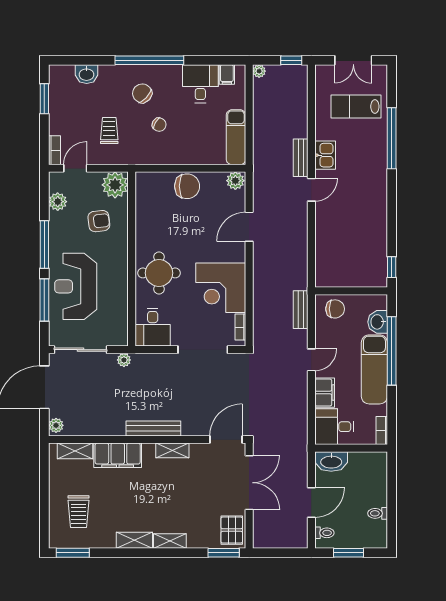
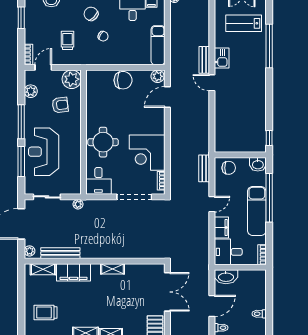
door: (311, 190) -> (212, 83), swing flipped
door: (249, 227) -> (167, 97), moved
washbasin: (378, 322) -> (258, 164), moved, turned -90
sliding door: (80, 350) -> (47, 197), width x0.73
bench: (153, 428) -> (60, 253), moved
door: (226, 440) -> (151, 261), removed
trolley: (79, 512) -> (46, 313), turned 90

